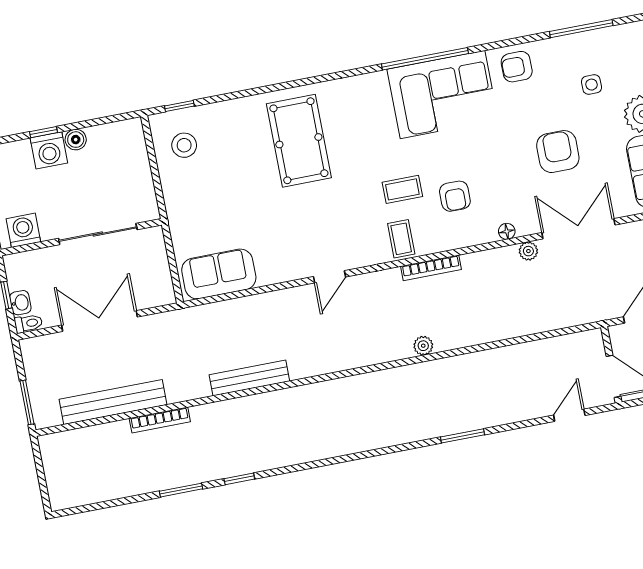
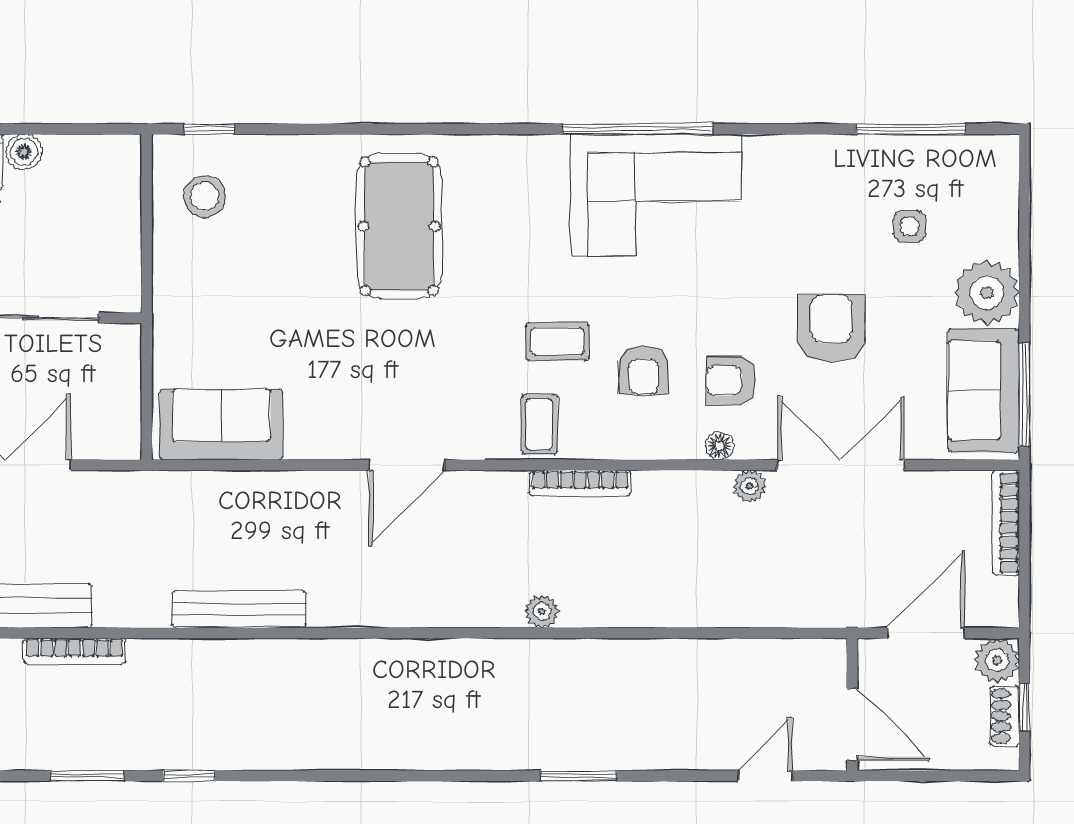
armchair: (517, 67) -> (731, 381), moved
door: (330, 277) -> (407, 465), width x1.37

